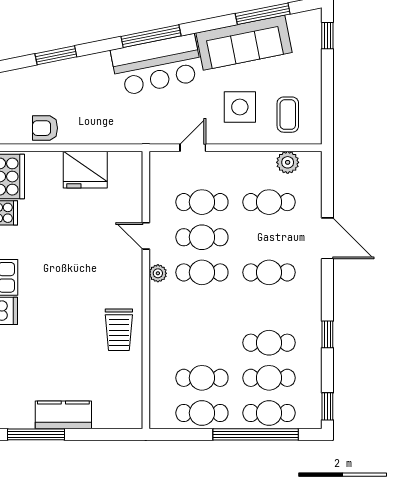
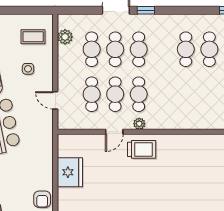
side table: (240, 107) -> (28, 69), width x0.54, depth x0.54
trolley: (119, 330) -> (142, 149), moved
window: (327, 334) -> (146, 10), moved
cafe table: (202, 378) -> (115, 49), moved

